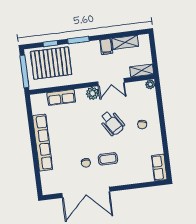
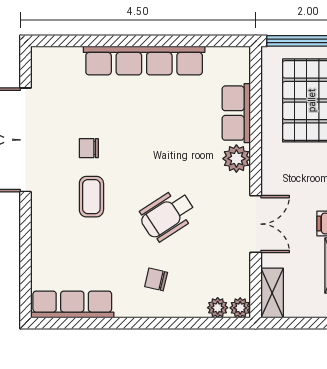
double door: (111, 82) -> (256, 224), swing flipped
plant: (93, 93) -> (236, 159), moved
plant: (152, 95) -> (218, 308), added
row of seats: (159, 168) -> (72, 305), width x1.48

